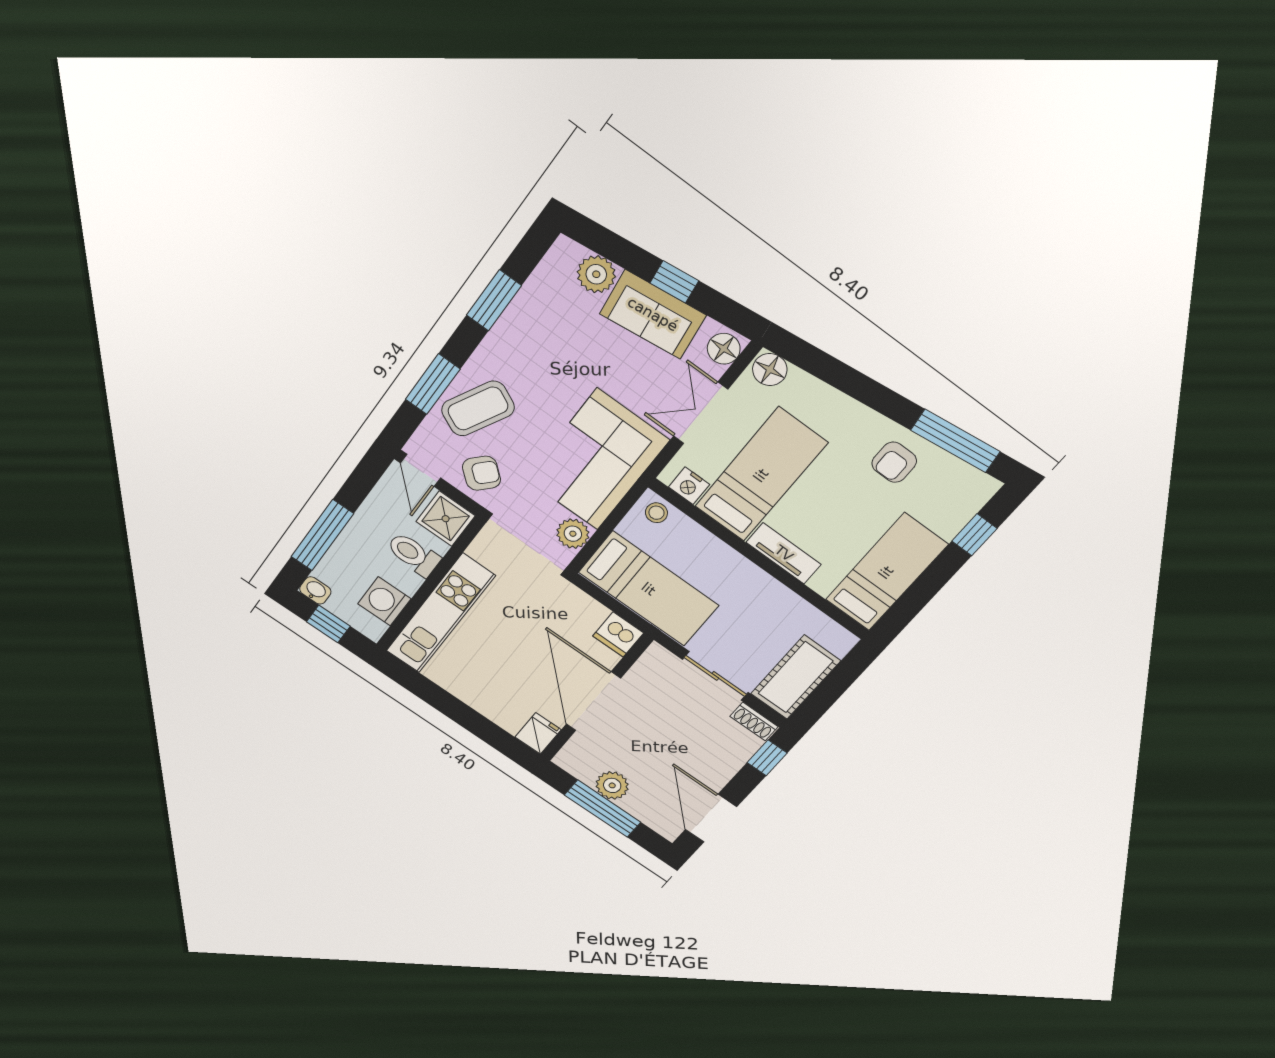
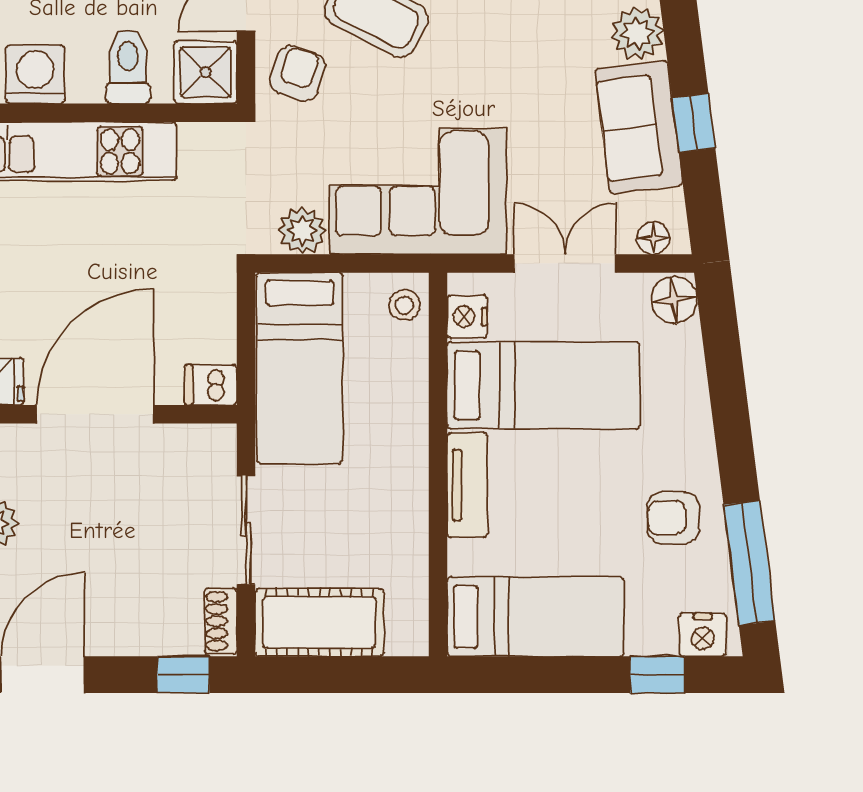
floor lamp: (724, 349) -> (653, 238), width x0.73, depth x0.73
armchair: (481, 473) -> (298, 73), turned -113
nightstand: (974, 495) -> (703, 635), added
dishwasher: (618, 634) -> (211, 385), width x0.73

